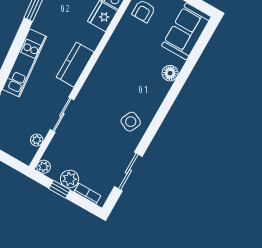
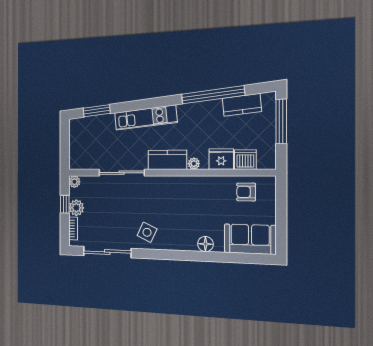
sliding door: (62, 115) -> (122, 173), width x1.37
plant: (37, 140) -> (194, 164), moved
sliding door: (128, 172) -> (107, 252), width x1.37

